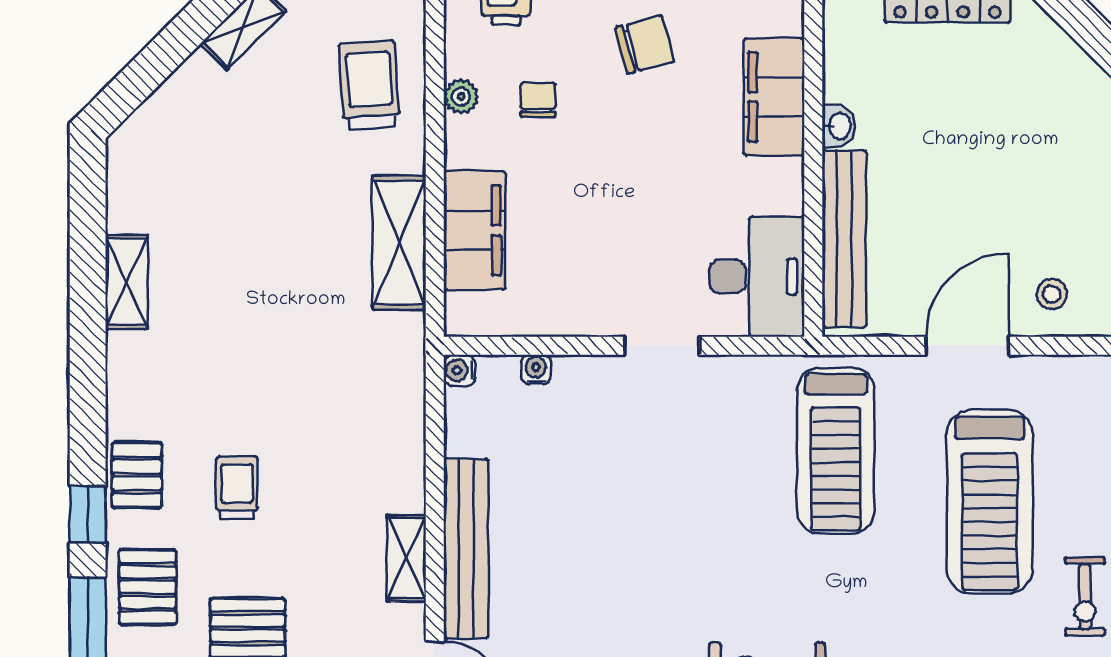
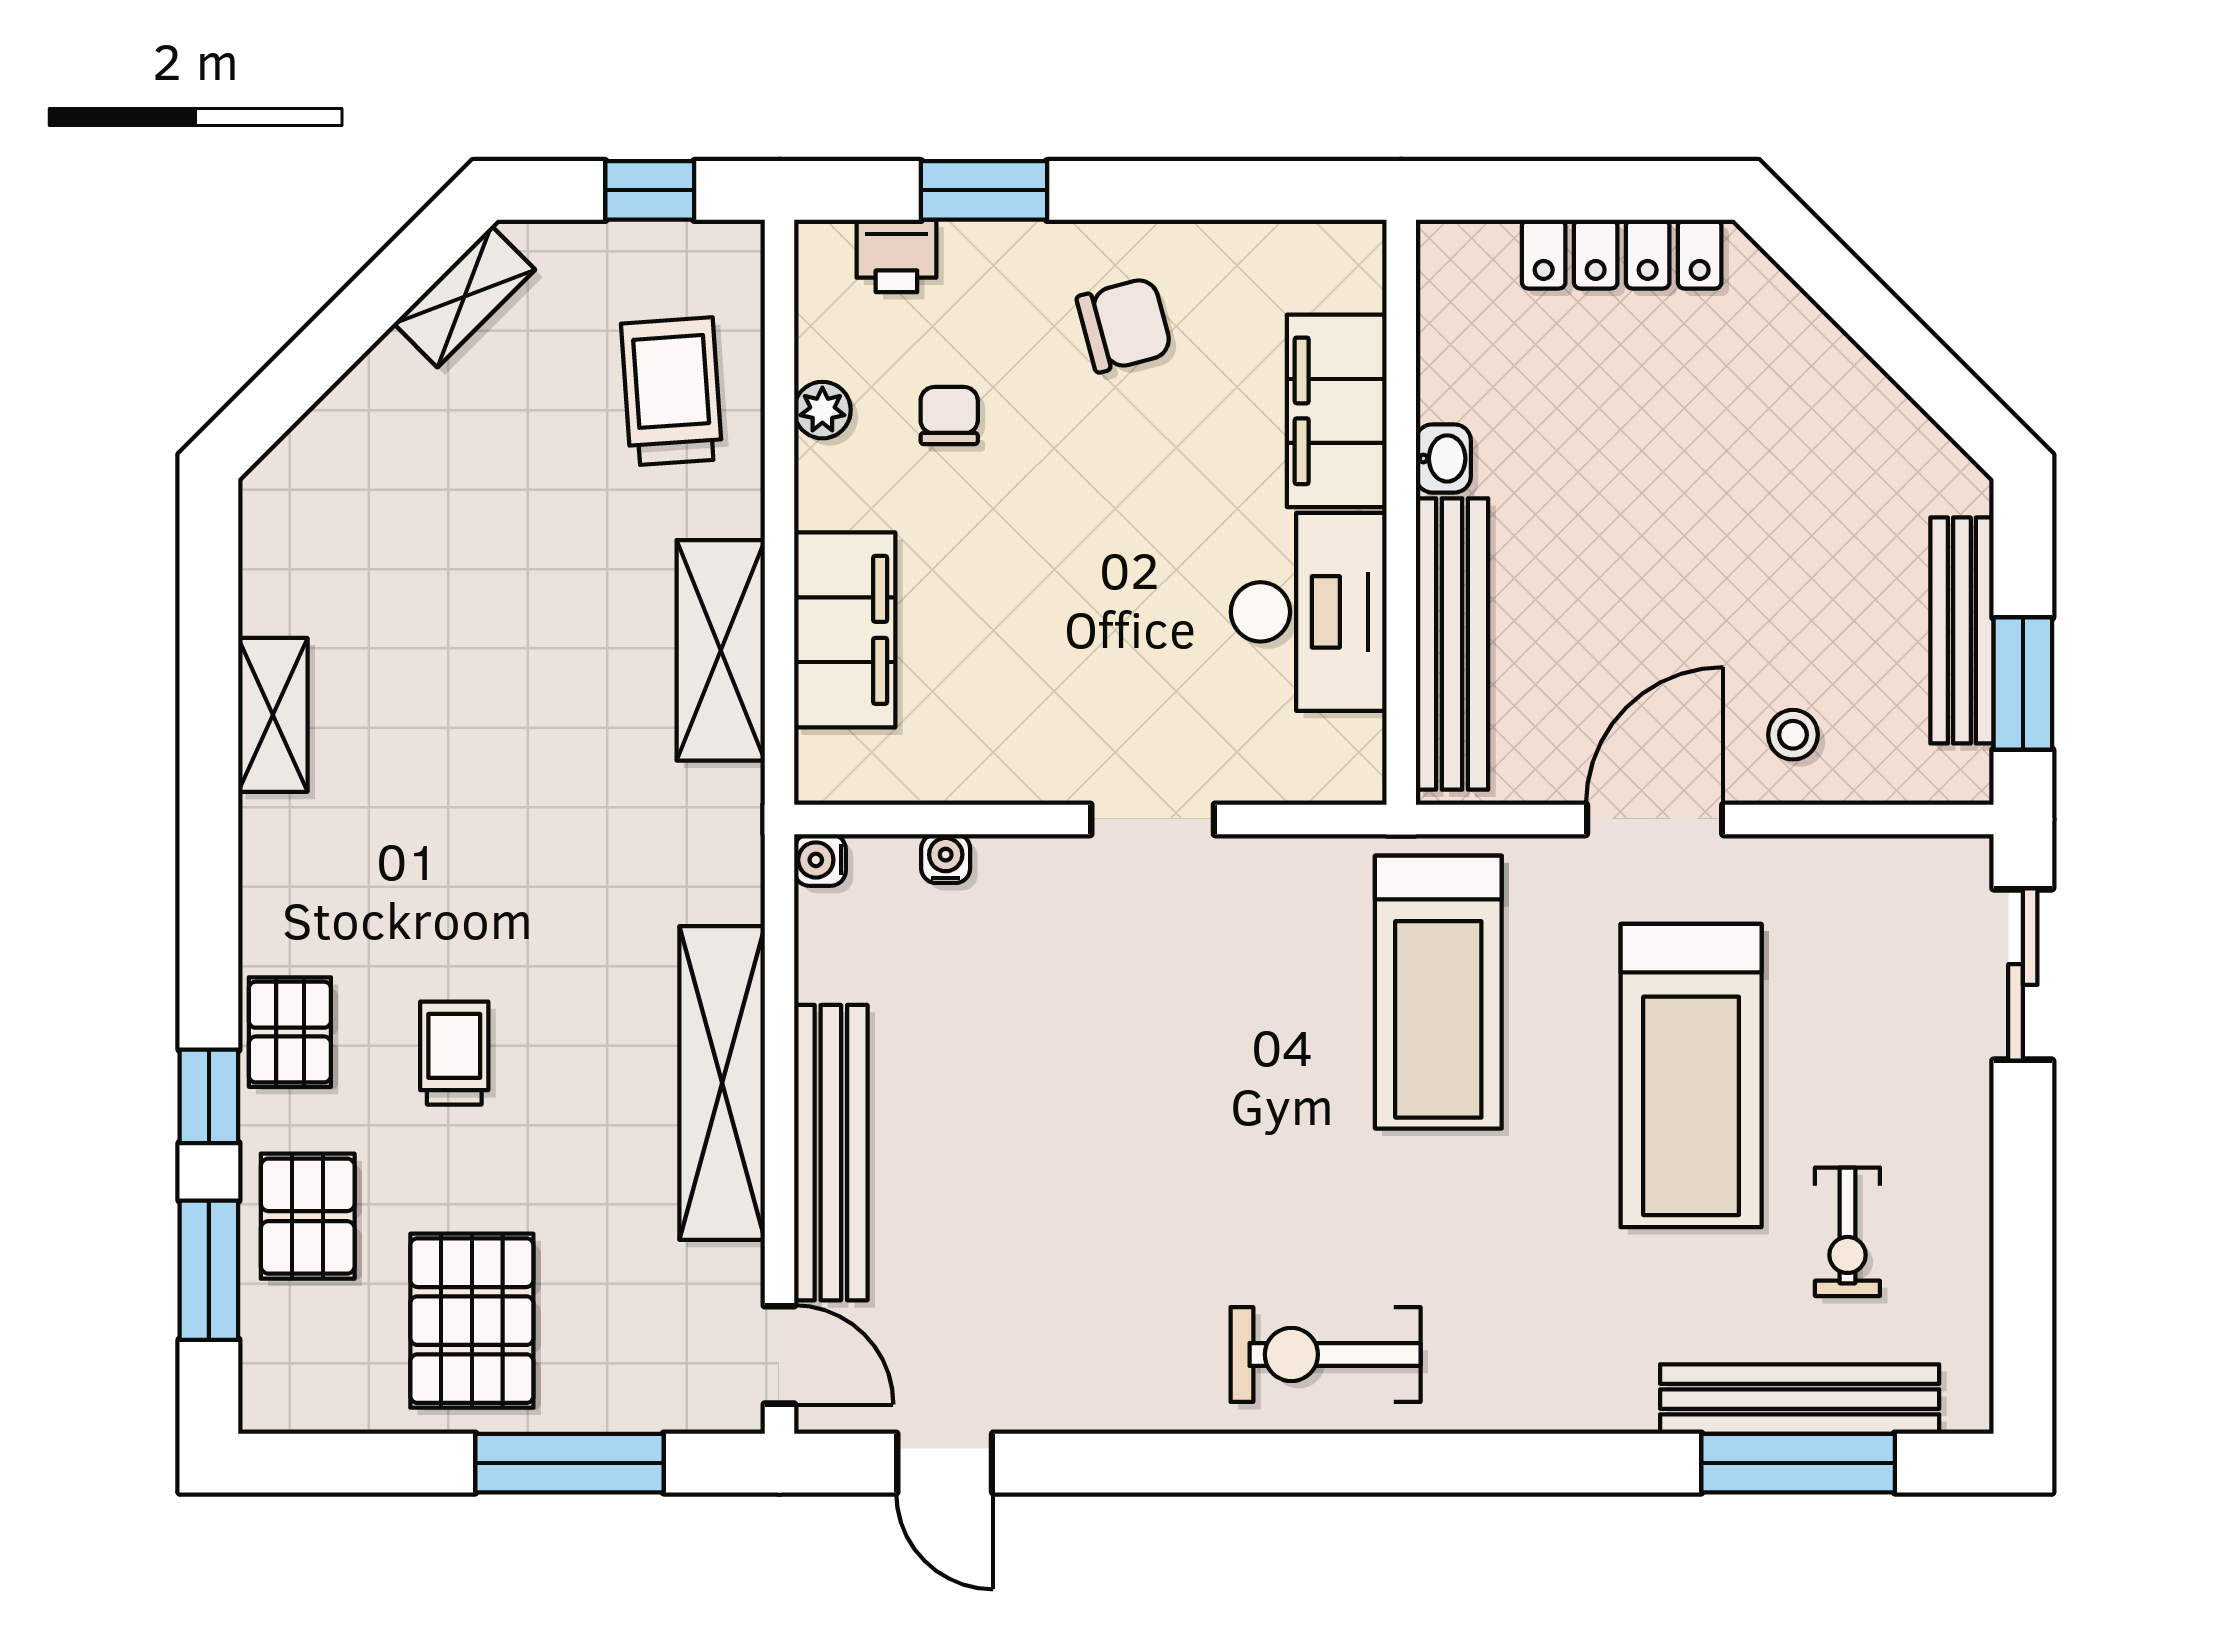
desk: (757, 276) -> (1309, 612), moved
shelving: (406, 558) -> (722, 1083), width x2.20, depth x1.33

